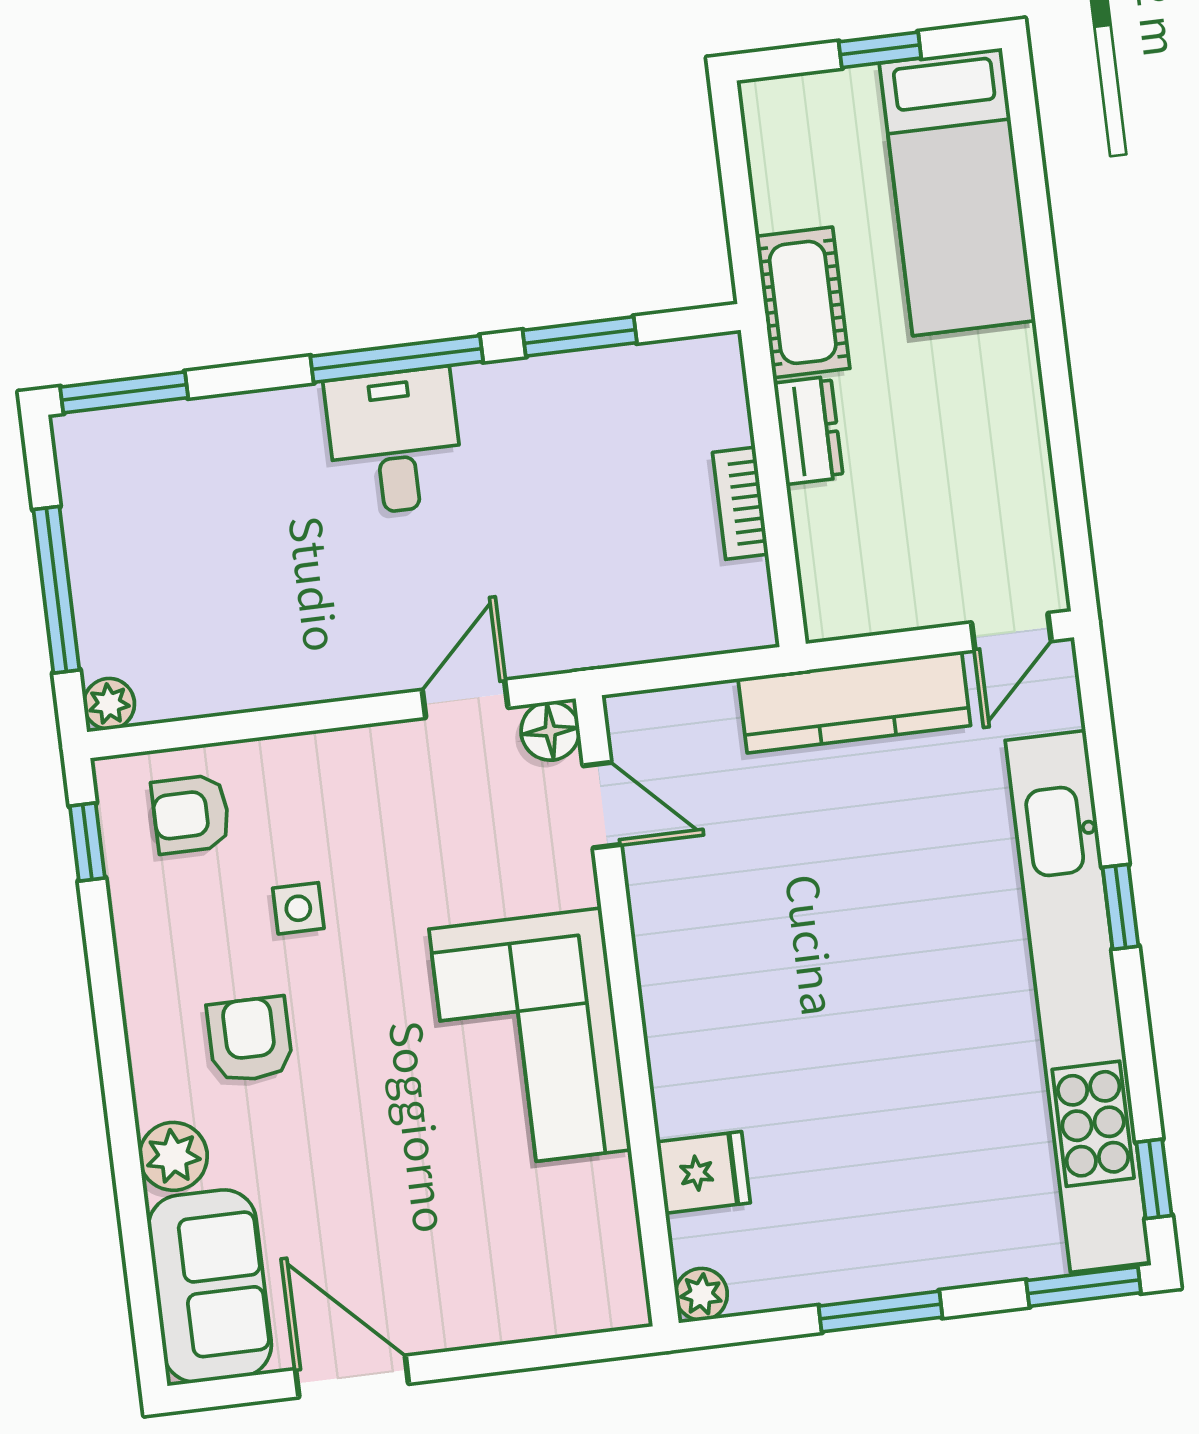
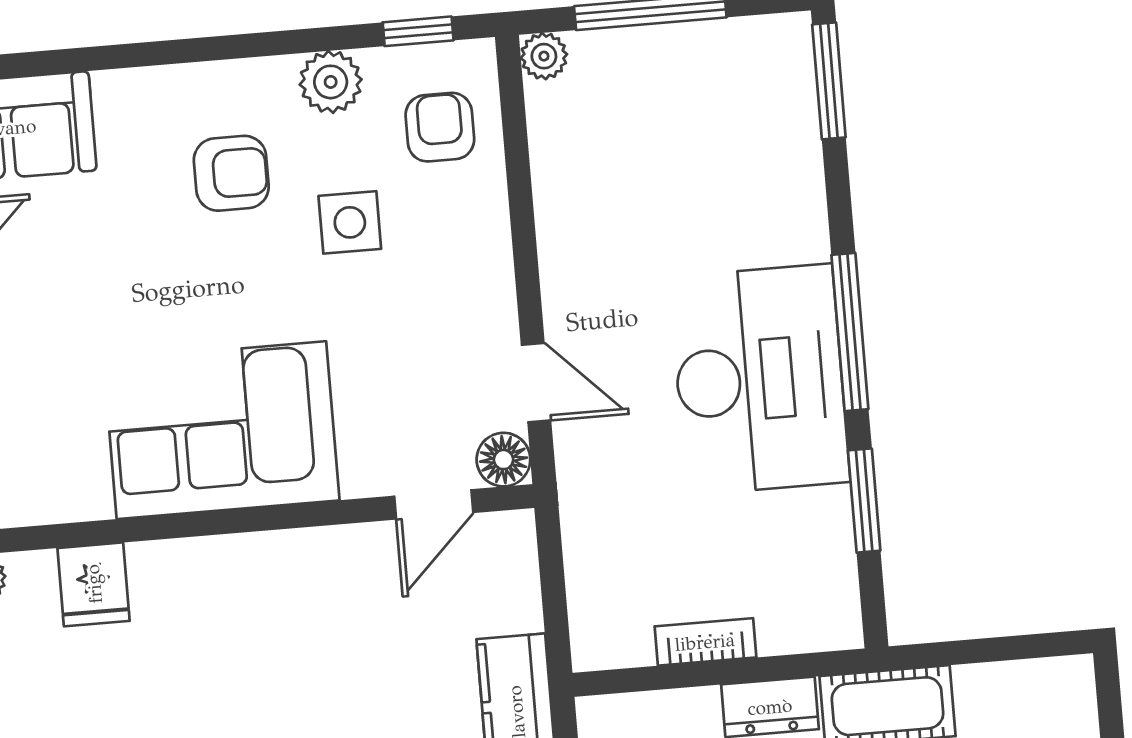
desk: (394, 442) -> (760, 379), width x1.87, depth x1.30
side table: (298, 908) -> (350, 222), width x1.37, depth x1.37
plant: (173, 1156) -> (331, 82), moved

